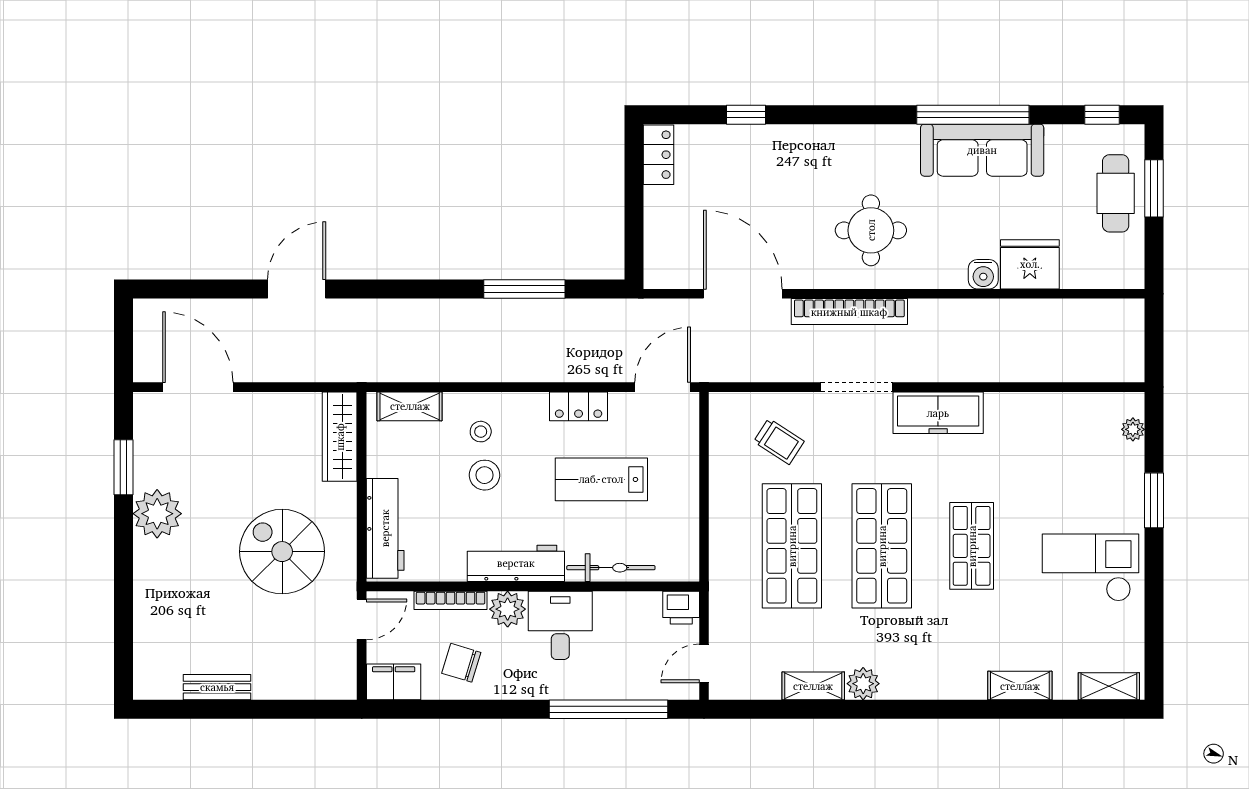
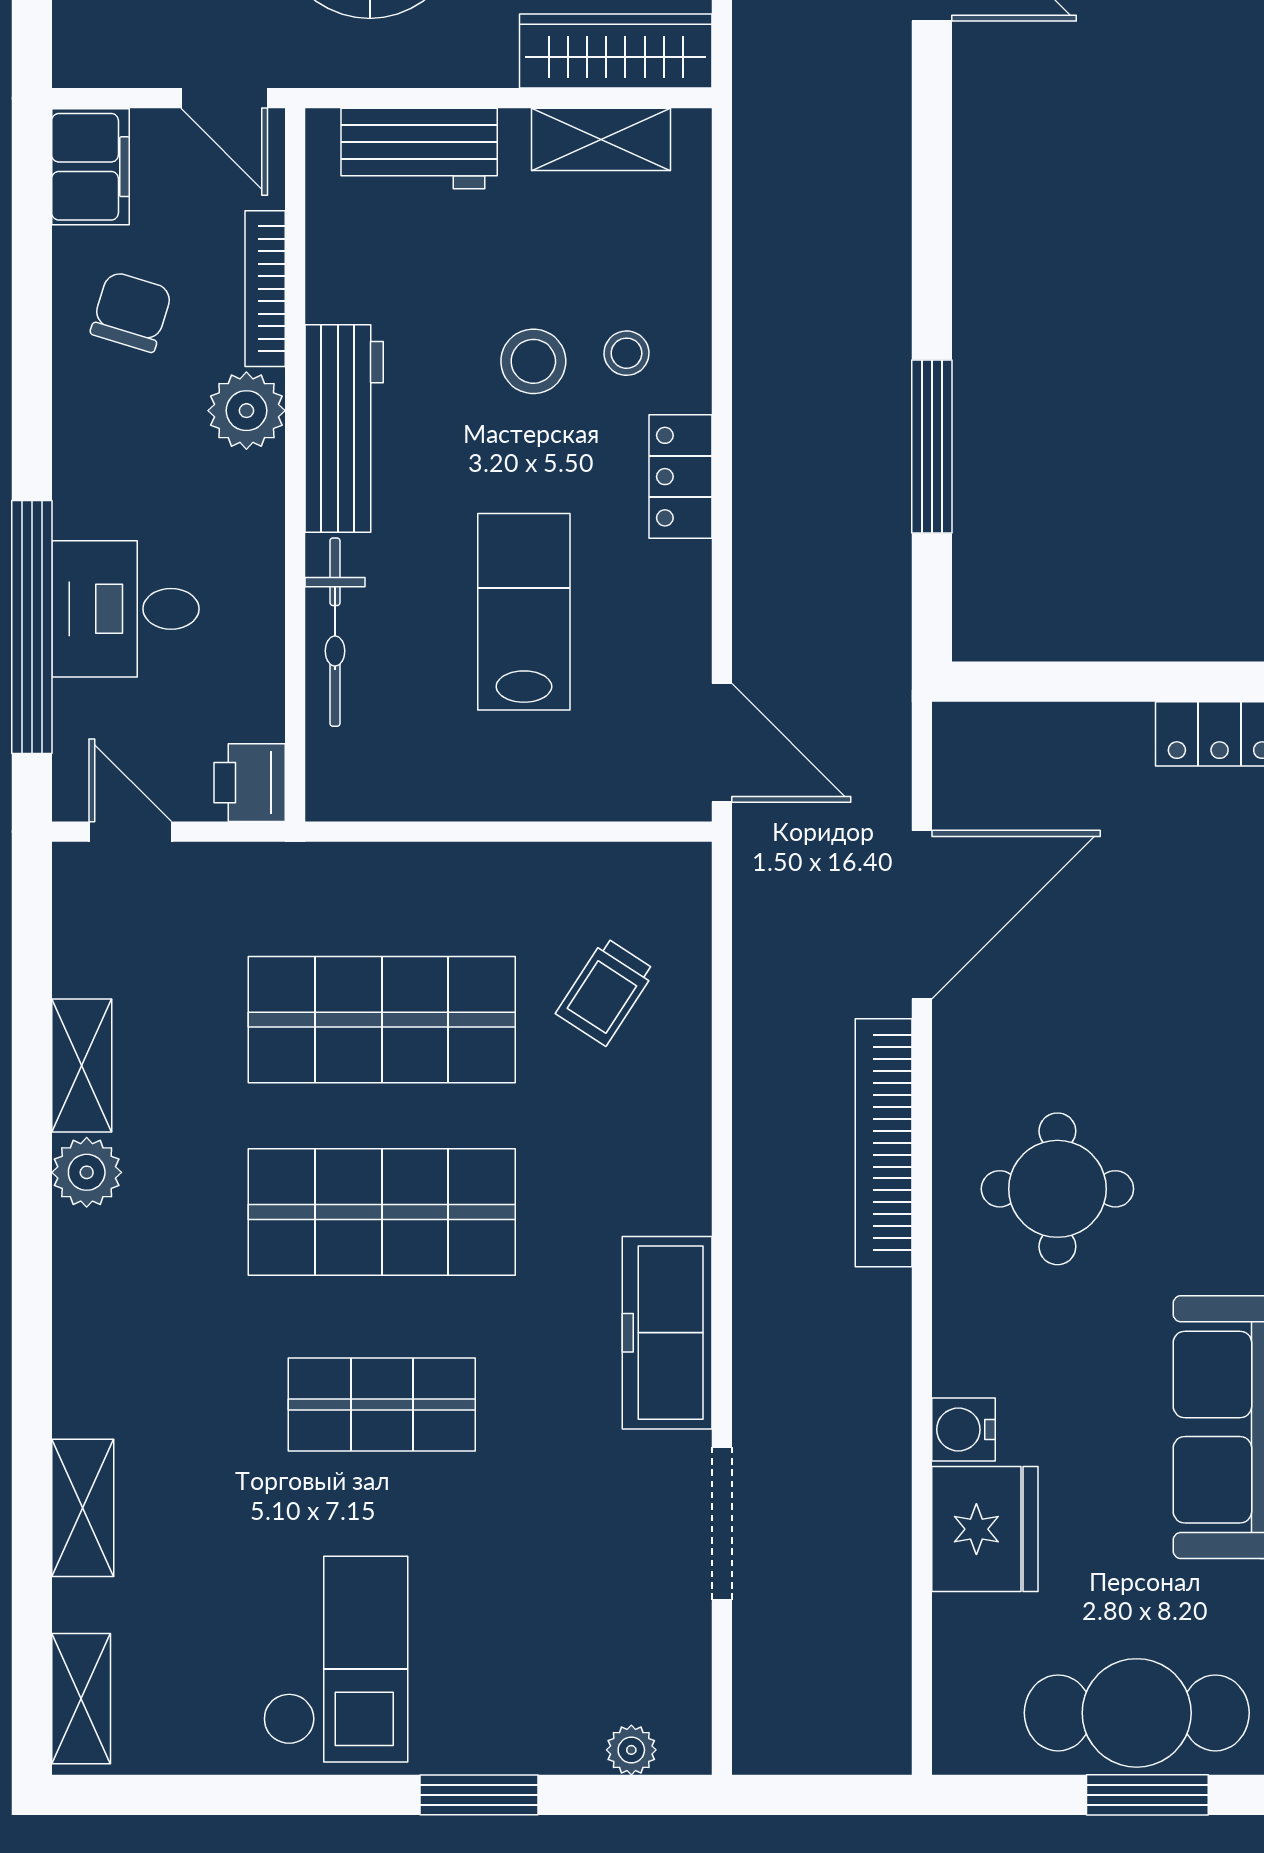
cafe table: (1116, 193) -> (1137, 1713), width x1.37, depth x1.35
doorway: (857, 387) -> (722, 1524), moved
shelving: (410, 406) -> (601, 139), moved, turned 90
locker: (579, 406) -> (681, 477), moved
workbench: (385, 528) -> (419, 148), width x0.73
desk: (560, 625) -> (125, 609), moved, turned 180

